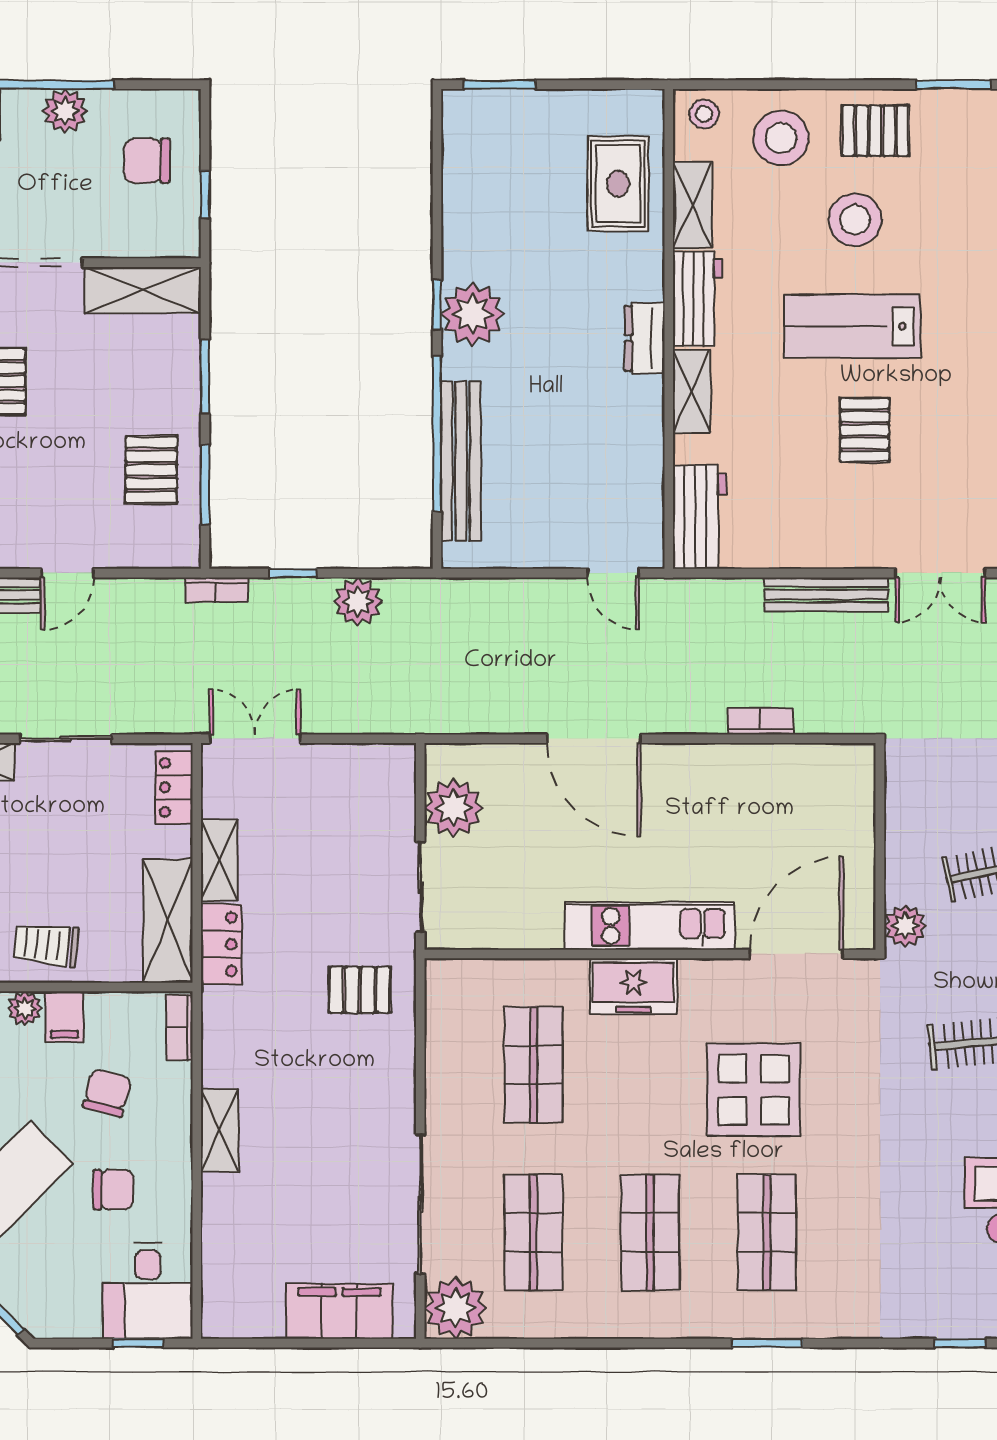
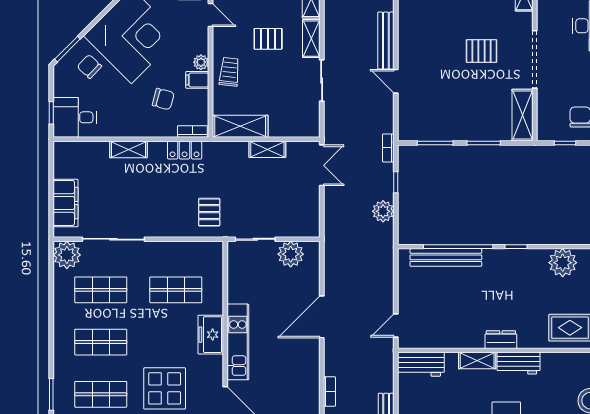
shelving: (692, 205) -> (561, 361), removed
plant: (473, 314) -> (563, 263), moved
pallet: (151, 470) -> (442, 119), removed
locker: (174, 787) -> (300, 129), removed
locker: (221, 944) -> (185, 150), moved
shelving: (220, 1130) -> (128, 149), moved
chair: (113, 1190) -> (89, 66), moved, turned 133

